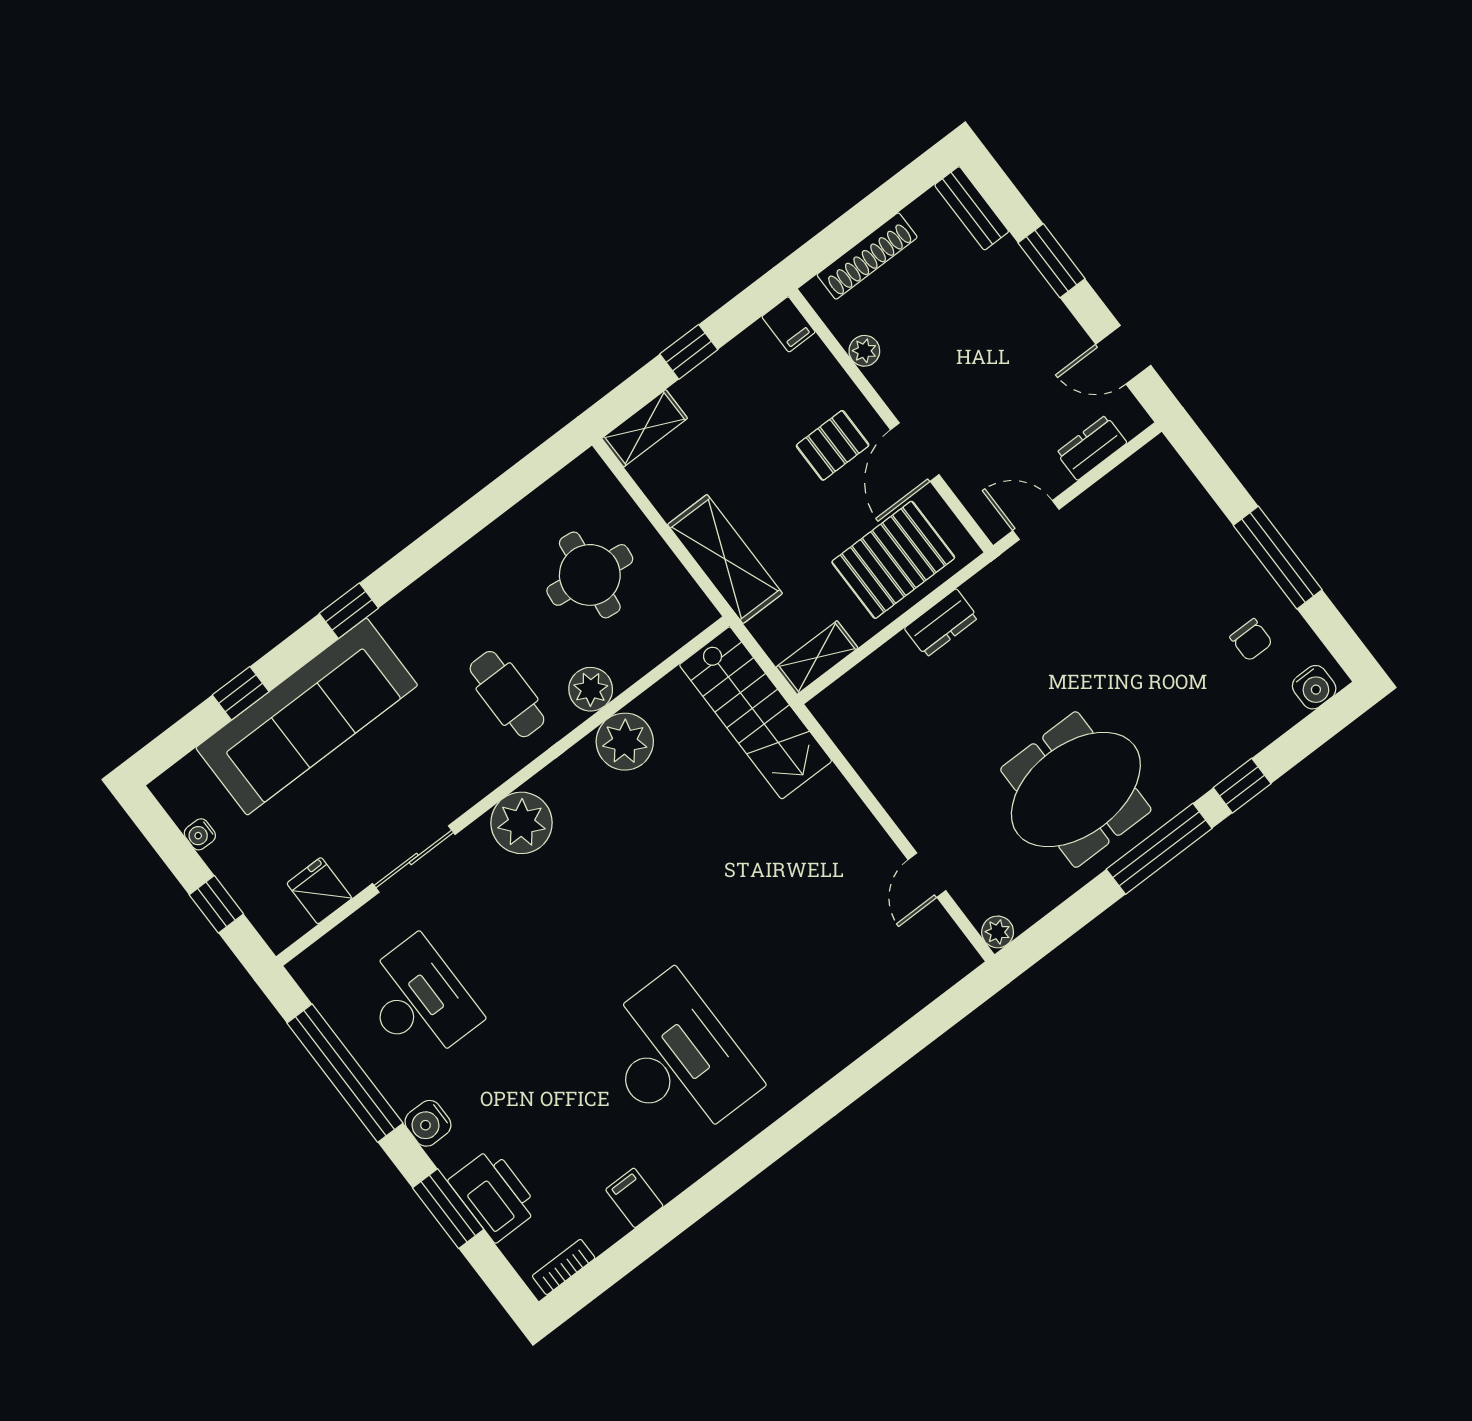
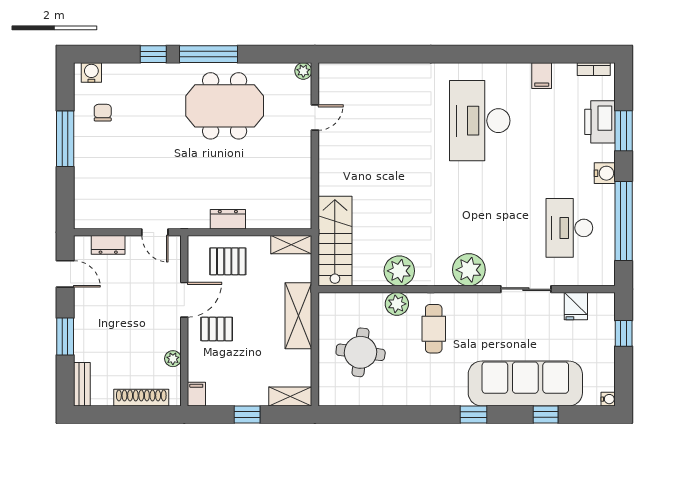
pallet: (893, 560) -> (228, 261), width x0.67, depth x0.71
water cooler: (200, 834) -> (608, 399), moved

